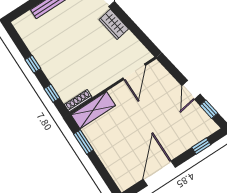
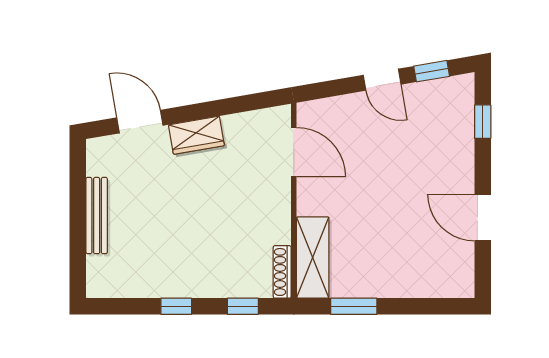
door: (159, 173) -> (483, 217), width x0.73

